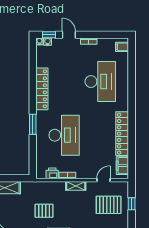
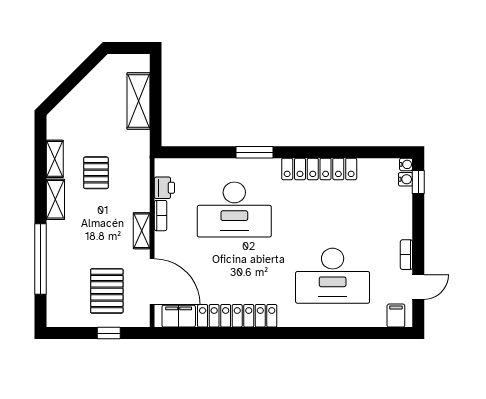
door: (69, 35) -> (418, 287), moved
door: (103, 180) -> (152, 281), width x1.88

